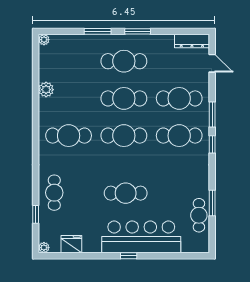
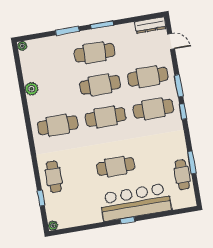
fridge: (71, 244) -> (76, 219), removed

